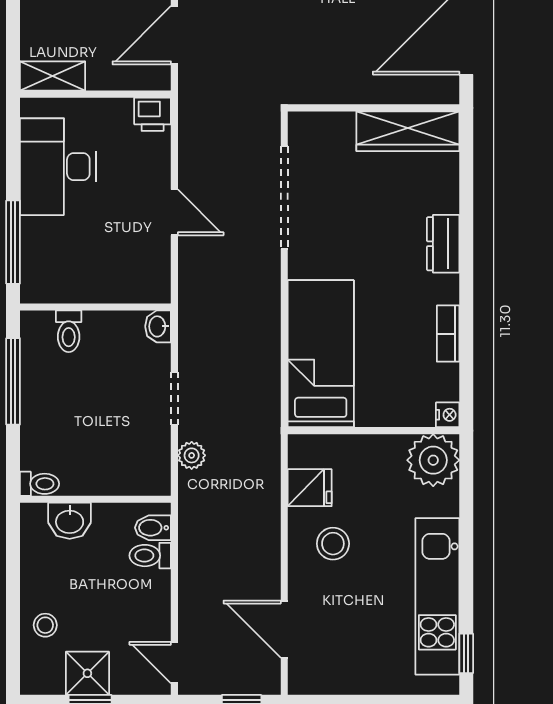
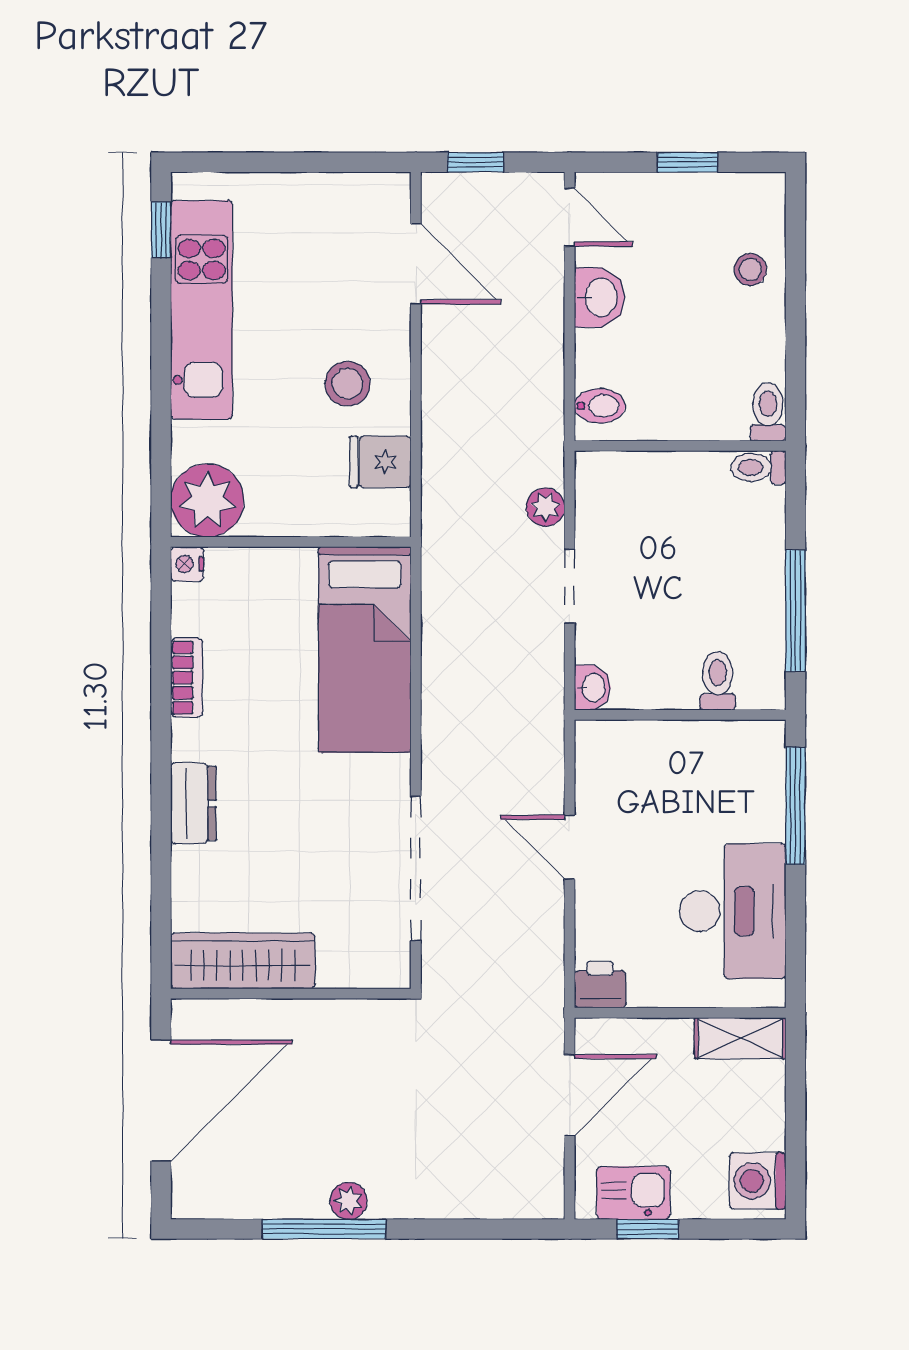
washbasin: (70, 521) -> (600, 297), moved, turned 90
toilet: (150, 556) -> (768, 412), moved, turned -90
shower: (87, 673) -> (691, 202), removed

